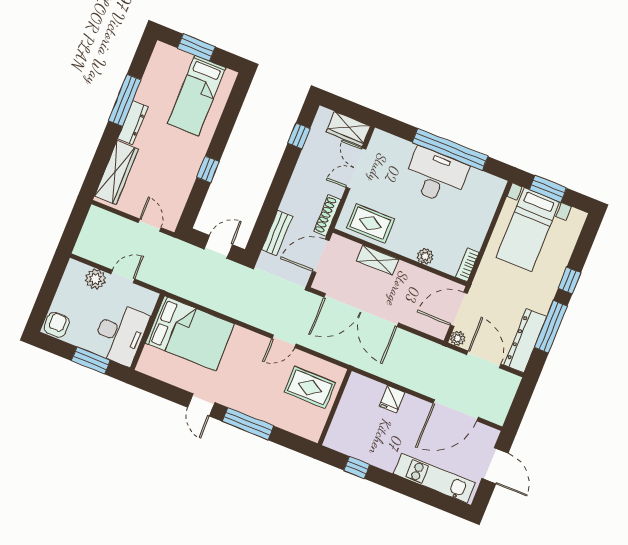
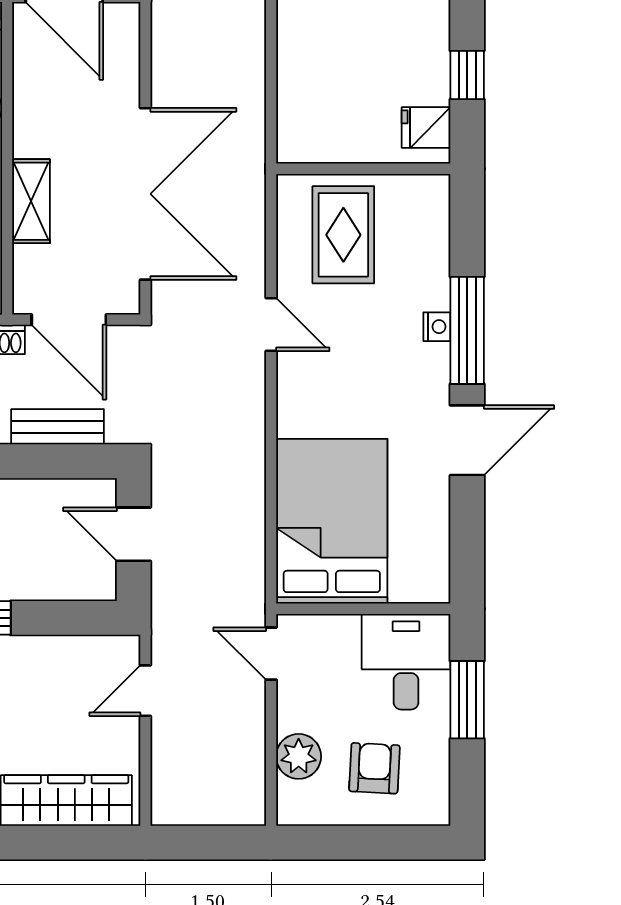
door: (123, 276) -> (271, 654), moved
armchair: (57, 325) -> (374, 768), moved, turned 93
desk: (120, 334) -> (406, 662), width x0.73
fridge: (392, 399) -> (426, 128), moved, turned 180
door: (201, 405) -> (467, 440), width x1.38
nightstand: (255, 411) -> (437, 327), added

